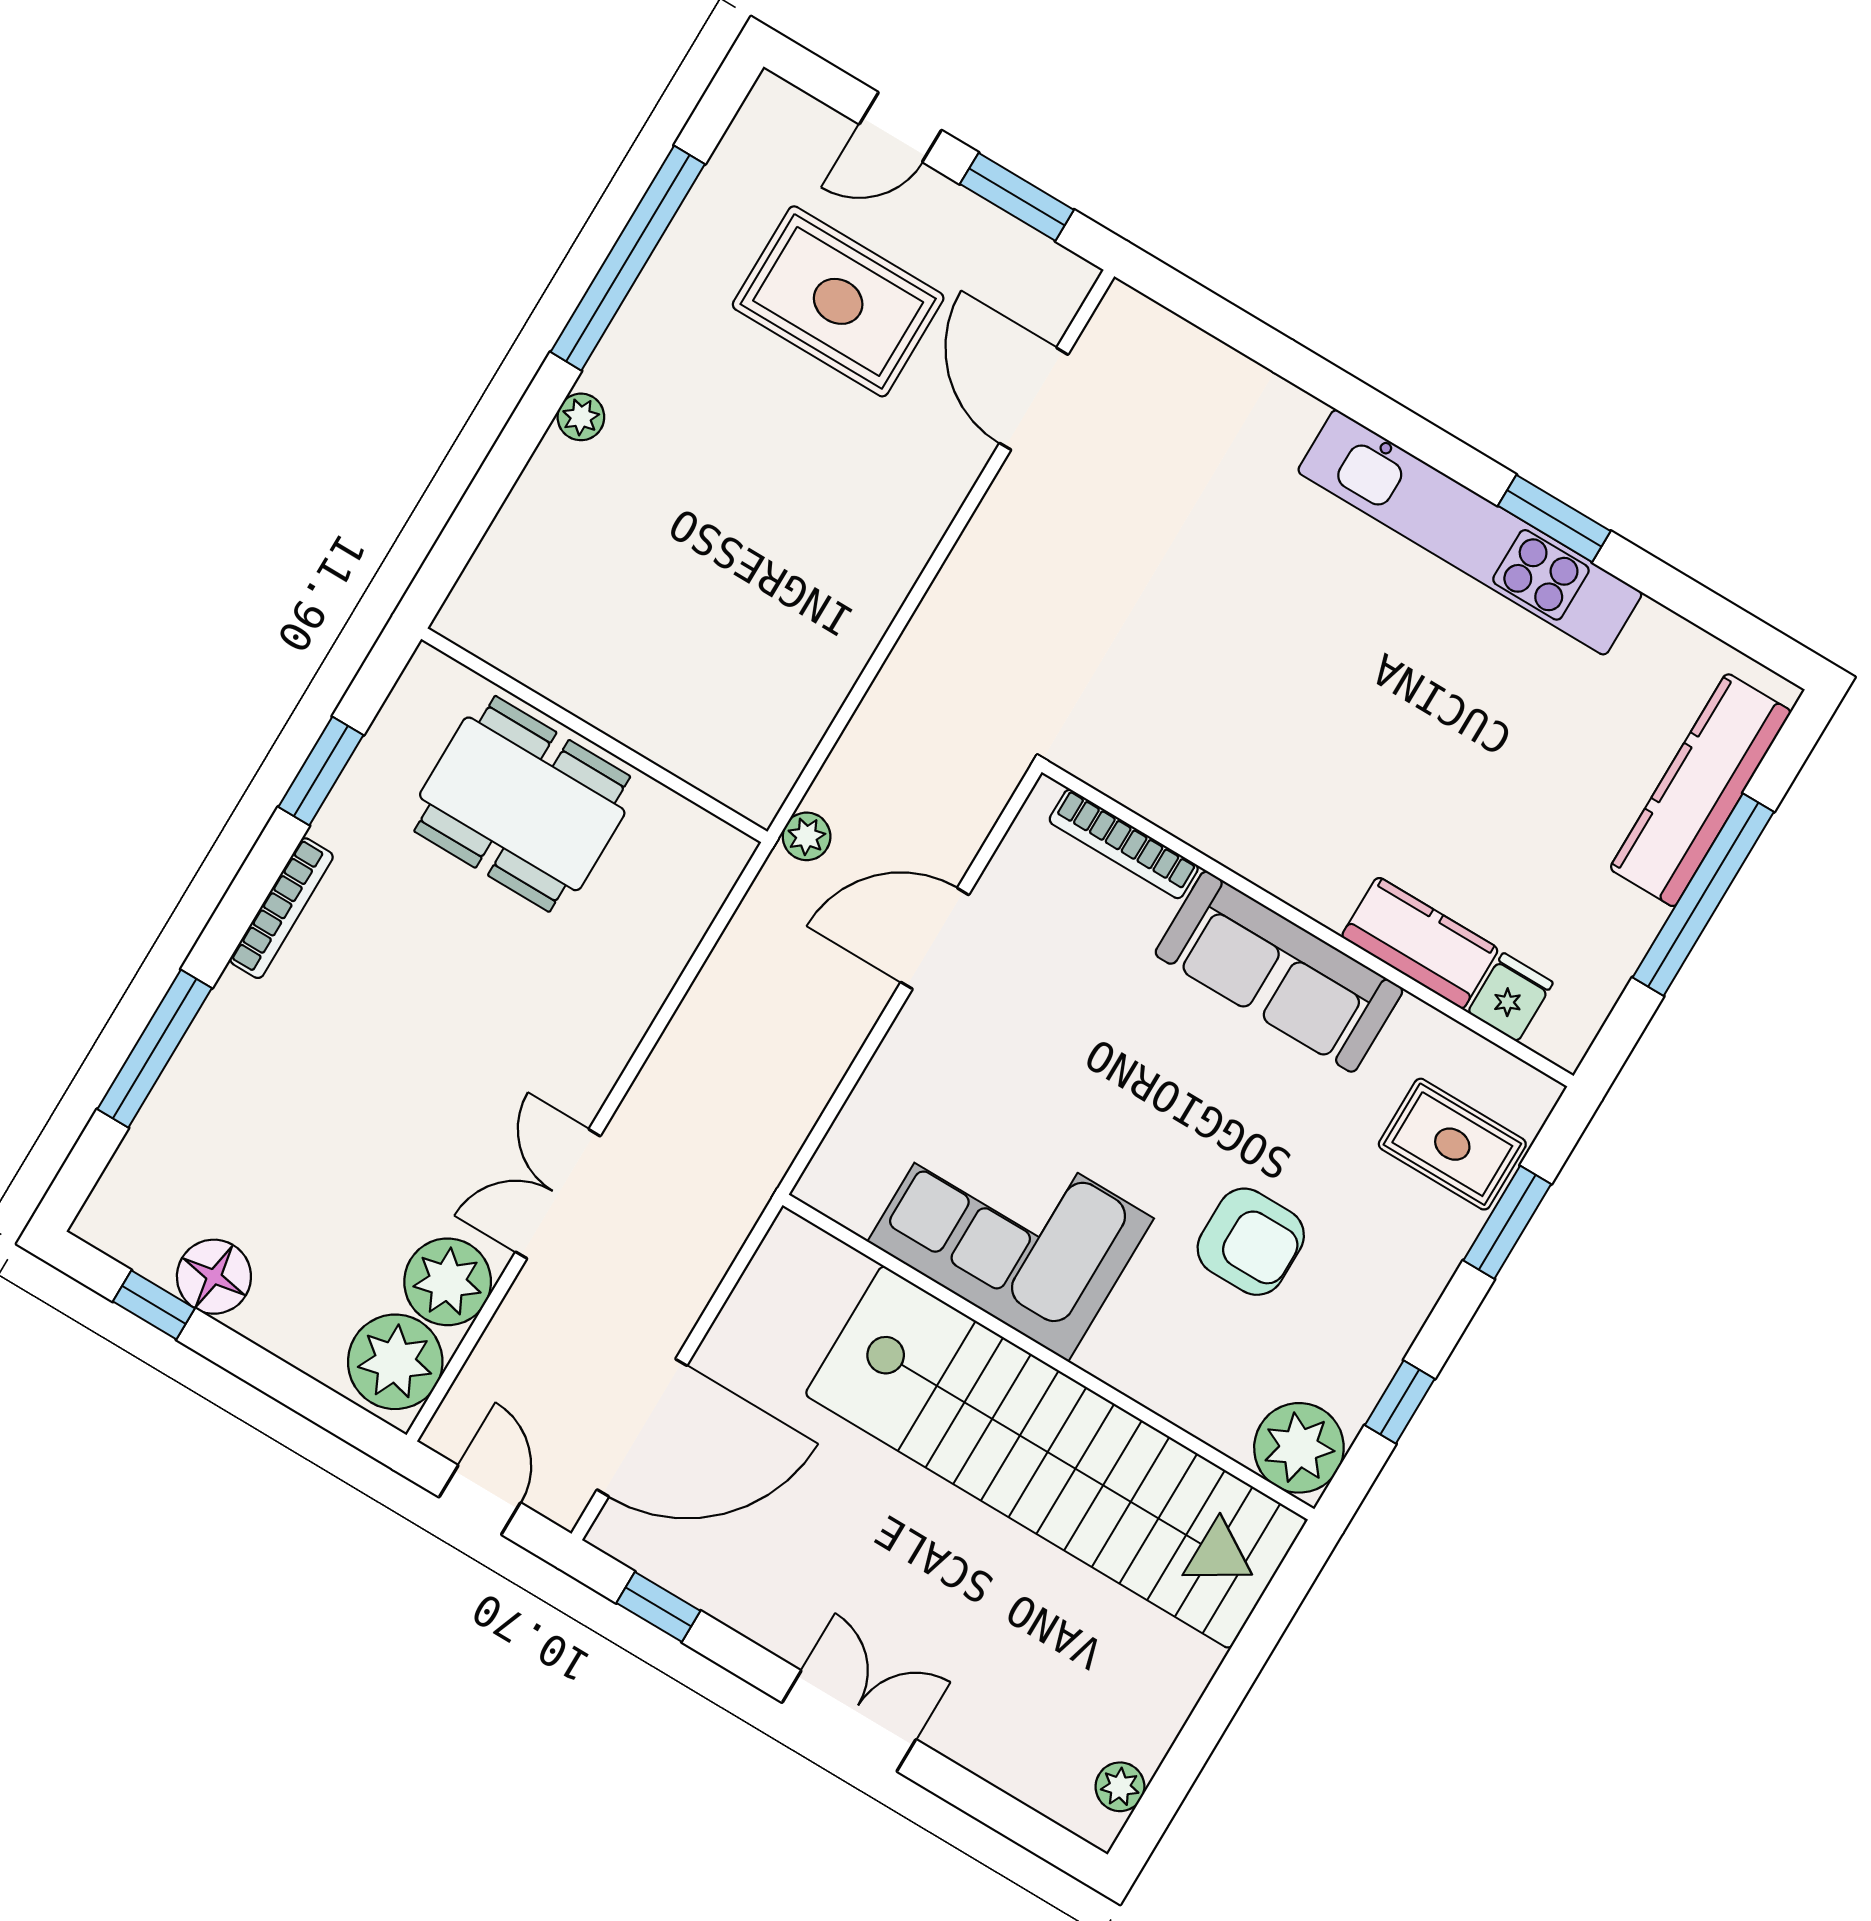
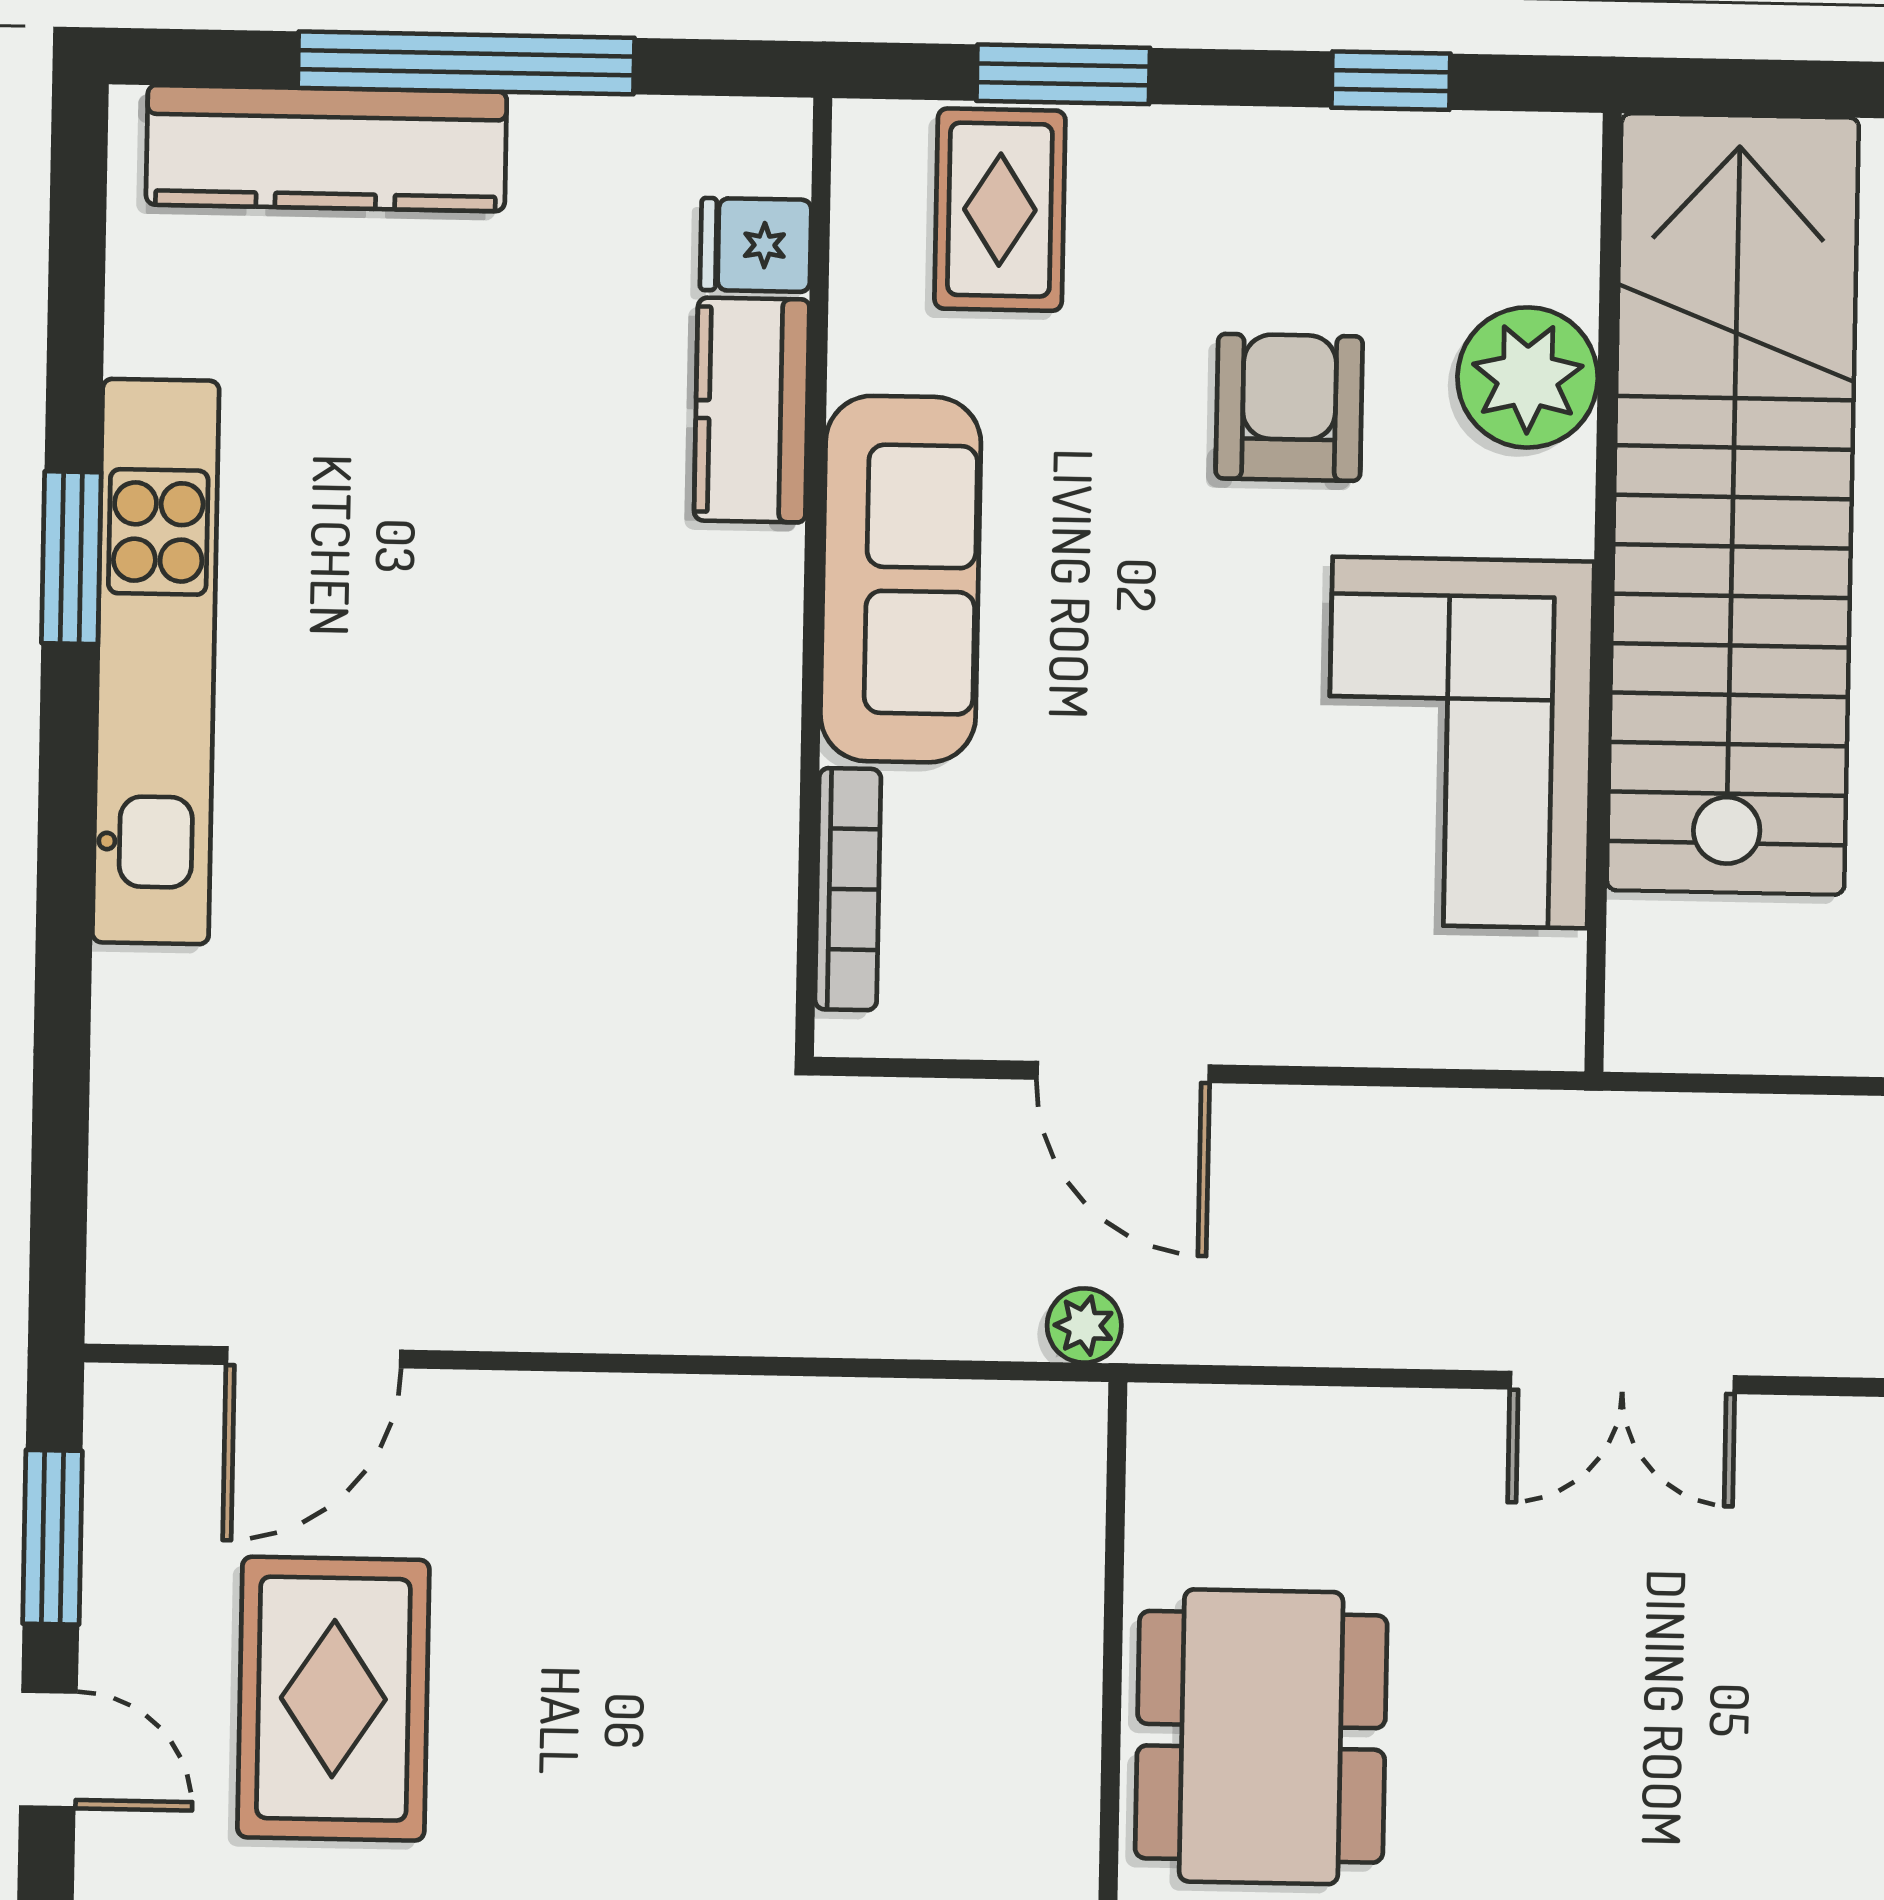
double door: (558, 1194) -> (1622, 1382), moved
plant: (1299, 1448) -> (1528, 377), moved

